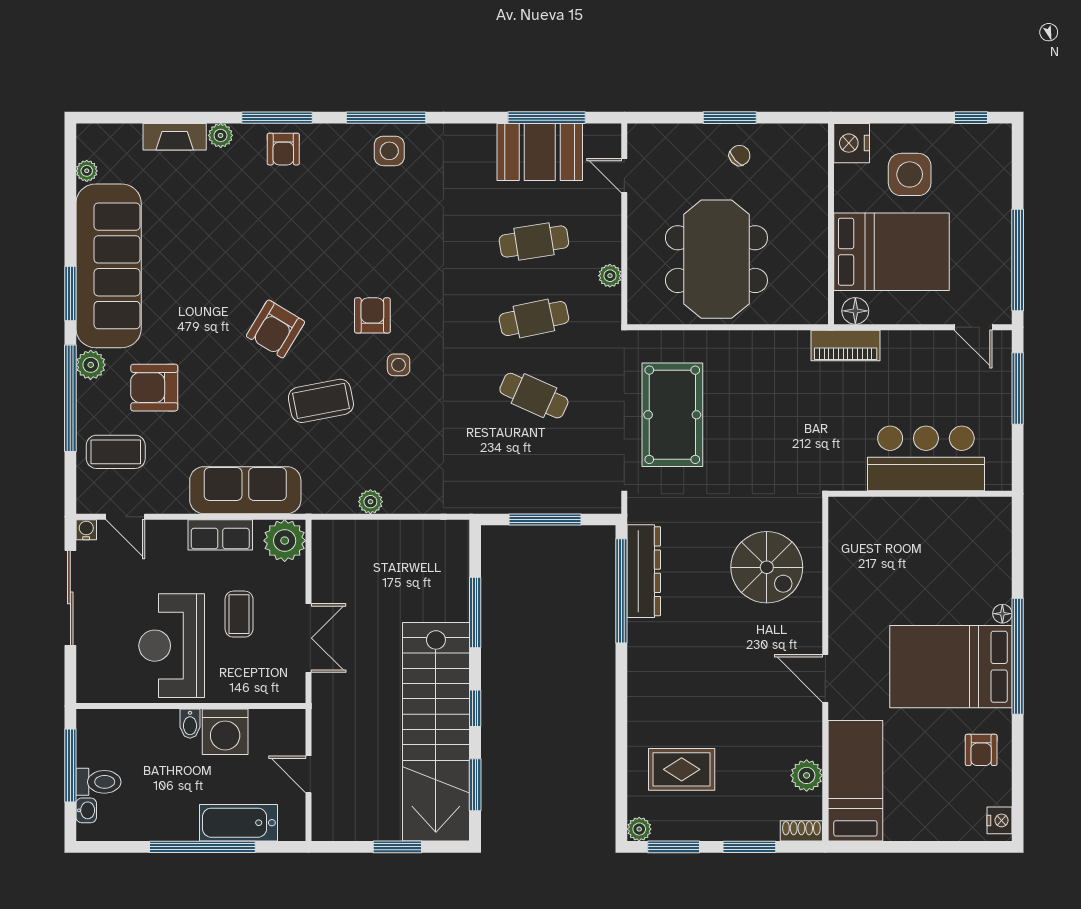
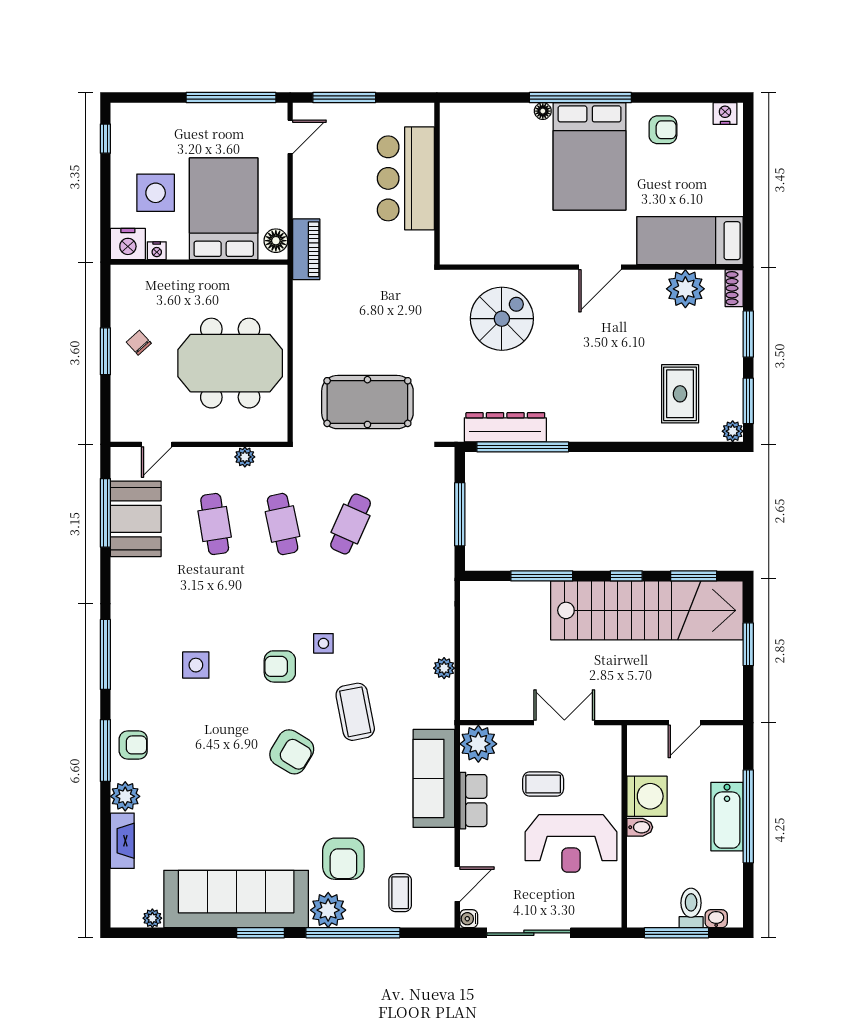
plant: (221, 135) -> (125, 796), width x1.38, depth x1.38
side table: (389, 151) -> (196, 665), moved
nightstand: (844, 176) -> (157, 251), added
plant: (91, 365) -> (328, 910), width x1.36, depth x1.36
coffee table: (116, 452) -> (400, 893), width x0.73, depth x0.77
plant: (807, 775) -> (685, 289), width x1.36, depth x1.36
bathtub: (238, 823) -> (727, 817), moved

